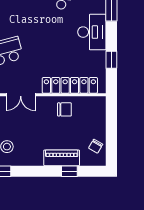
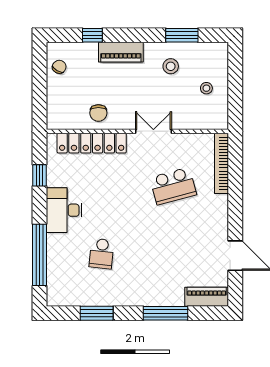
chair: (64, 109) -> (98, 113), turned -90
piano: (62, 158) -> (121, 52), moved

